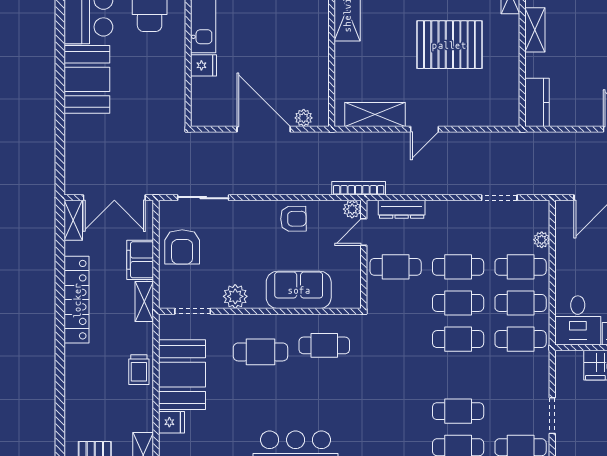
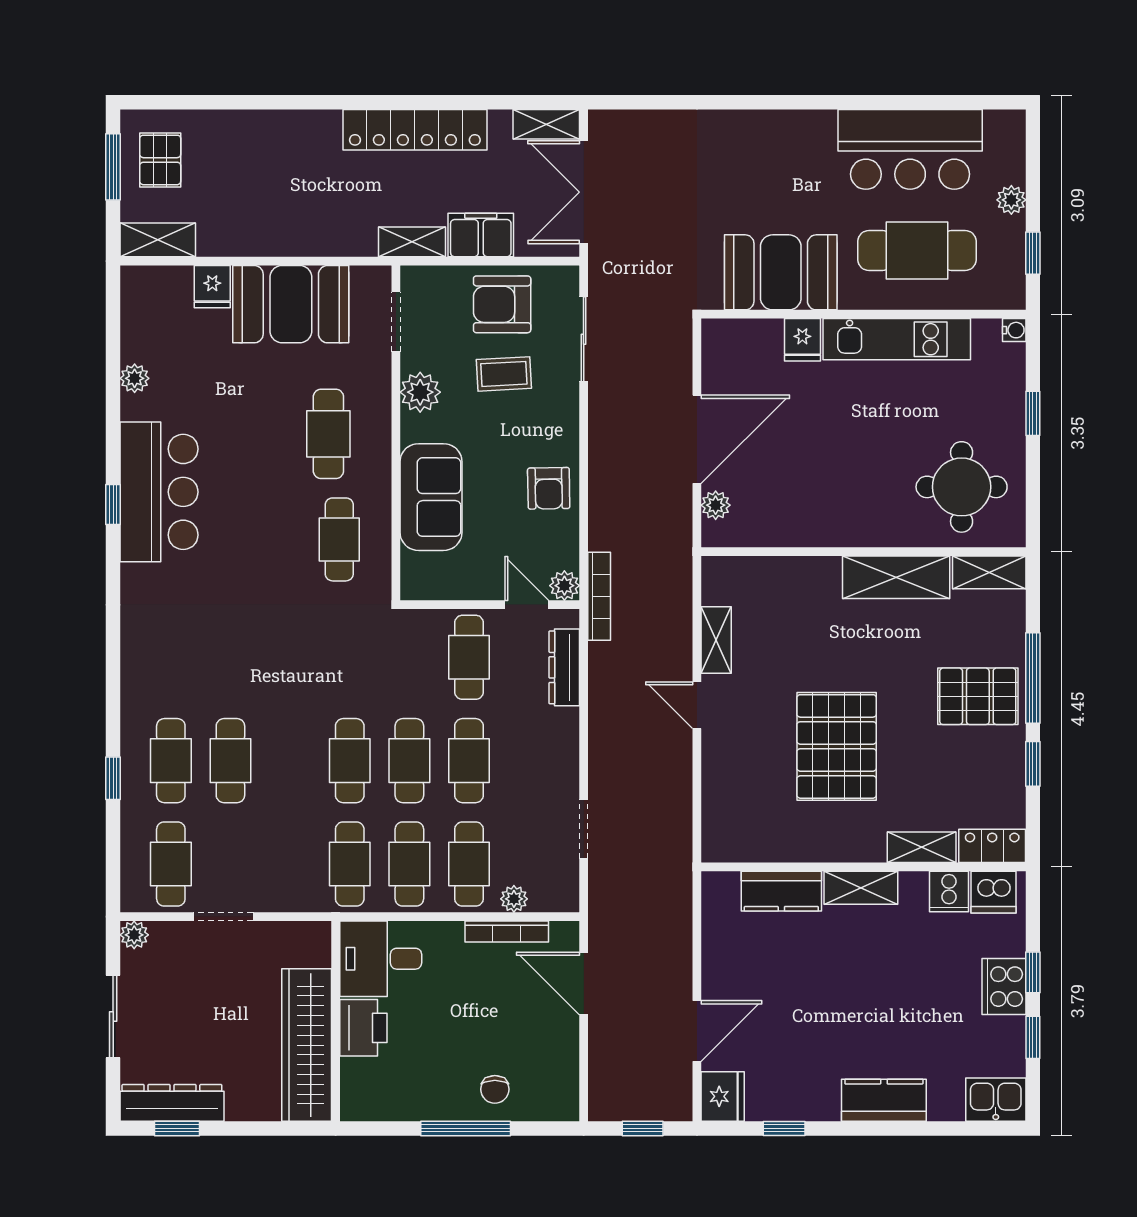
booth: (87, 79) -> (781, 272), moved
kitchen counter: (537, 102) -> (781, 891), moved
shelving: (375, 114) -> (716, 640), width x0.67, depth x0.75
bookcase: (561, 244) -> (507, 931), added
coffee table: (224, 246) -> (504, 374), added
trolley: (139, 370) -> (299, 233), removed

